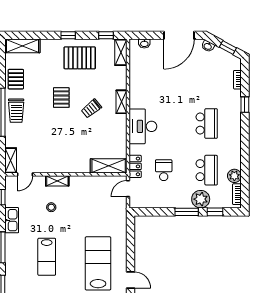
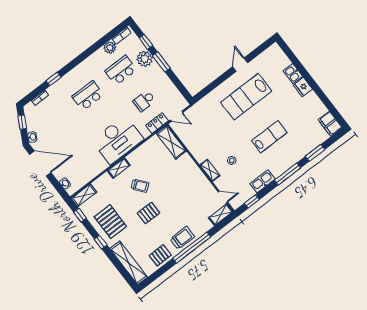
shelving: (22, 46) -> (129, 263), width x1.47
desk: (143, 126) -> (118, 140), width x1.36, depth x1.30

